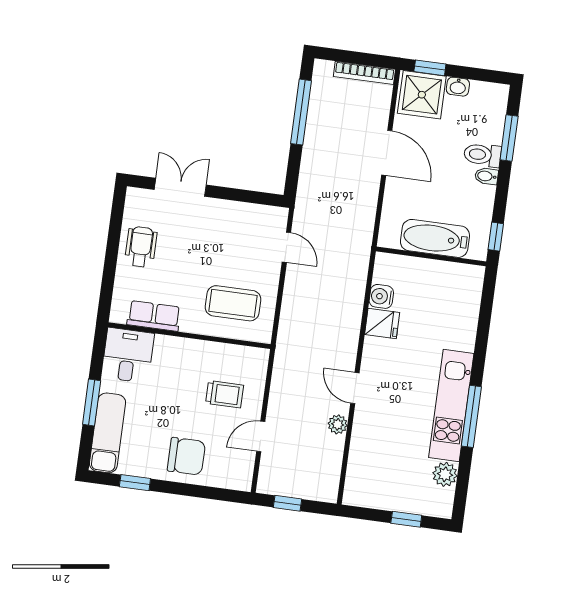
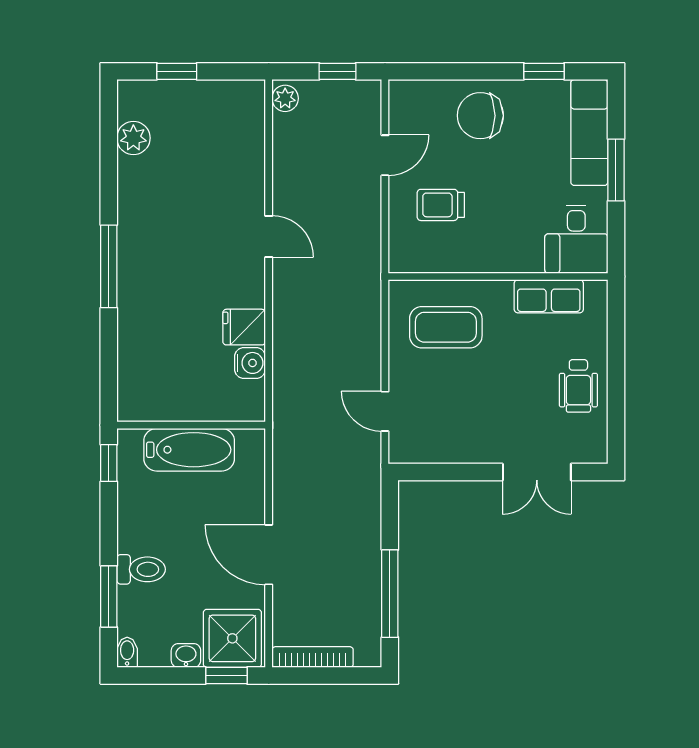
bidet: (486, 176) -> (127, 652), moved, turned -90
kitchen unit: (451, 406) -> (138, 231), removed
window: (471, 416) -> (109, 266), moved
plant: (338, 424) -> (285, 98), moved

